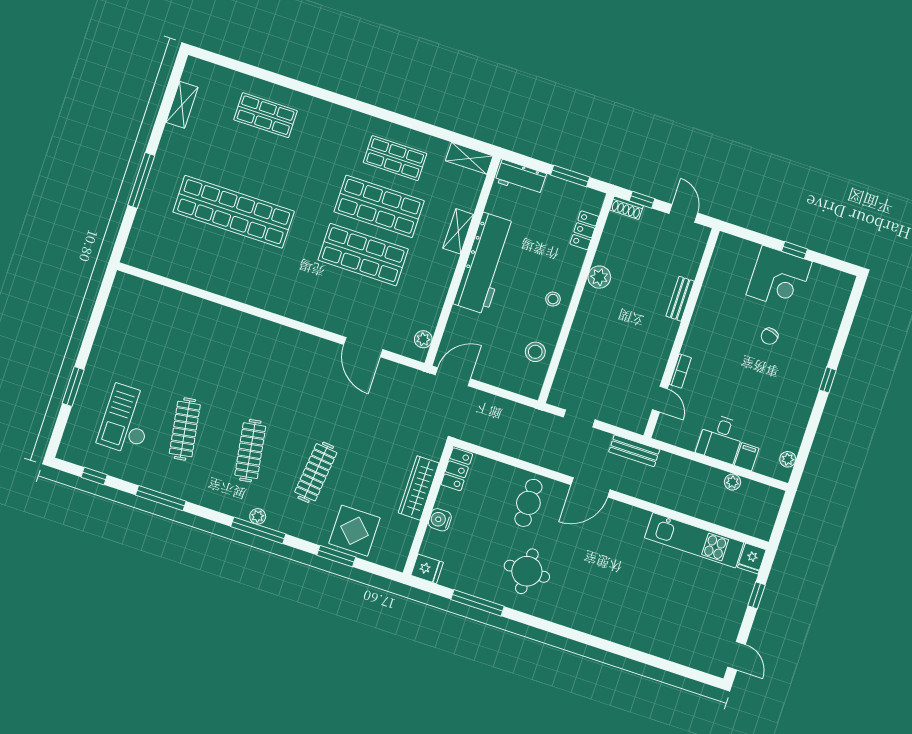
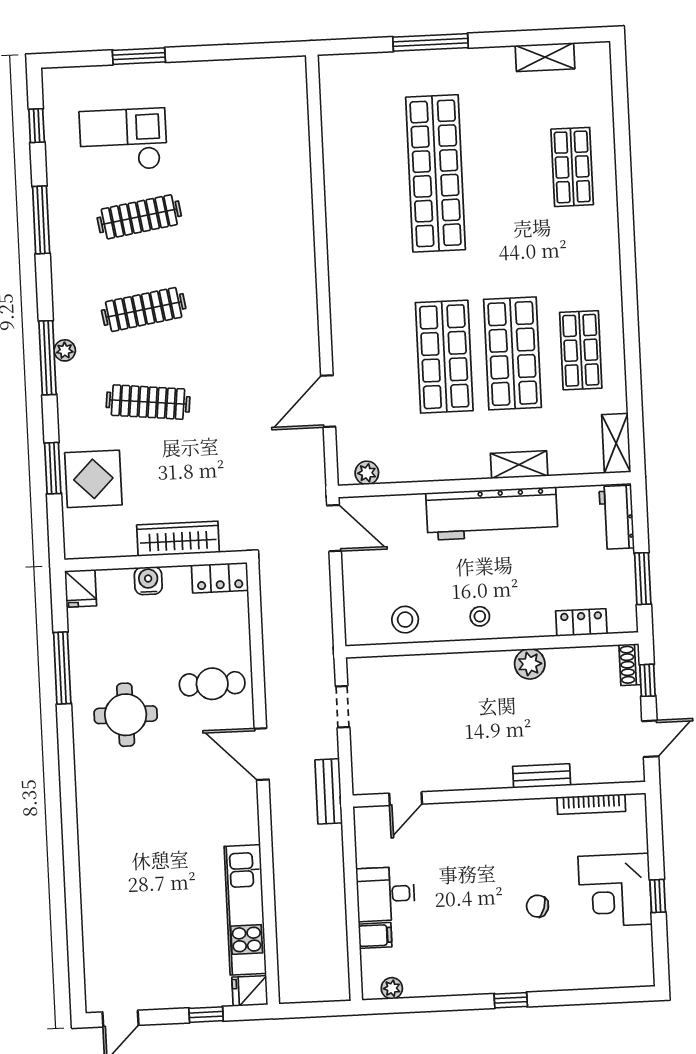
bookcase: (680, 371) -> (591, 804), moved, width x1.56
plant: (733, 482) -> (337, 930), removed

